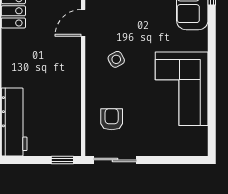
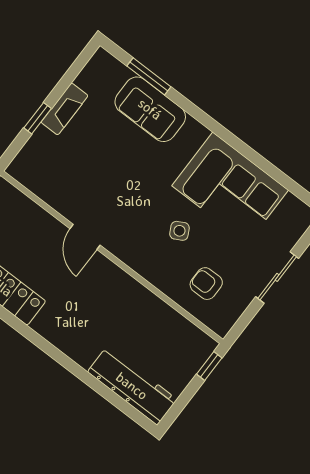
side table: (116, 59) -> (179, 231), moved
sliding door: (115, 160) -> (277, 277), moved

